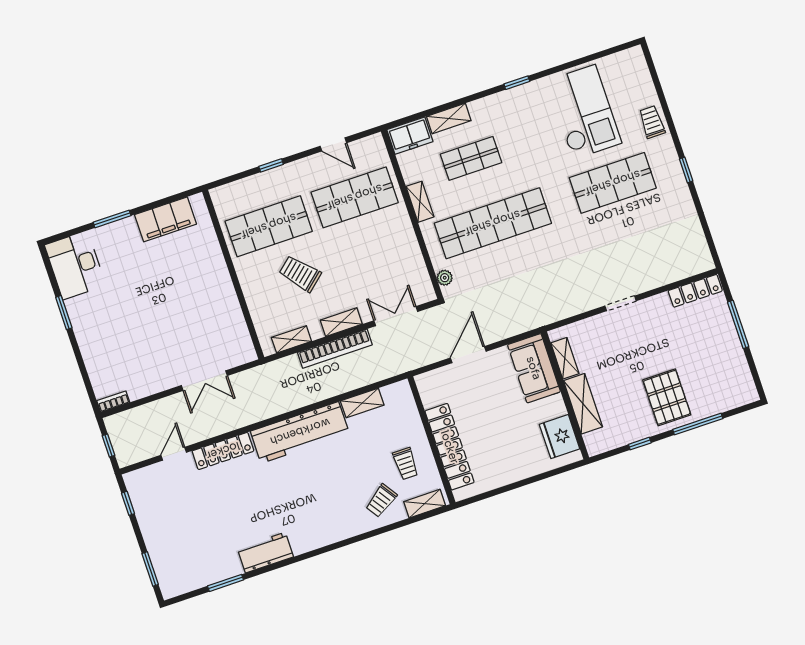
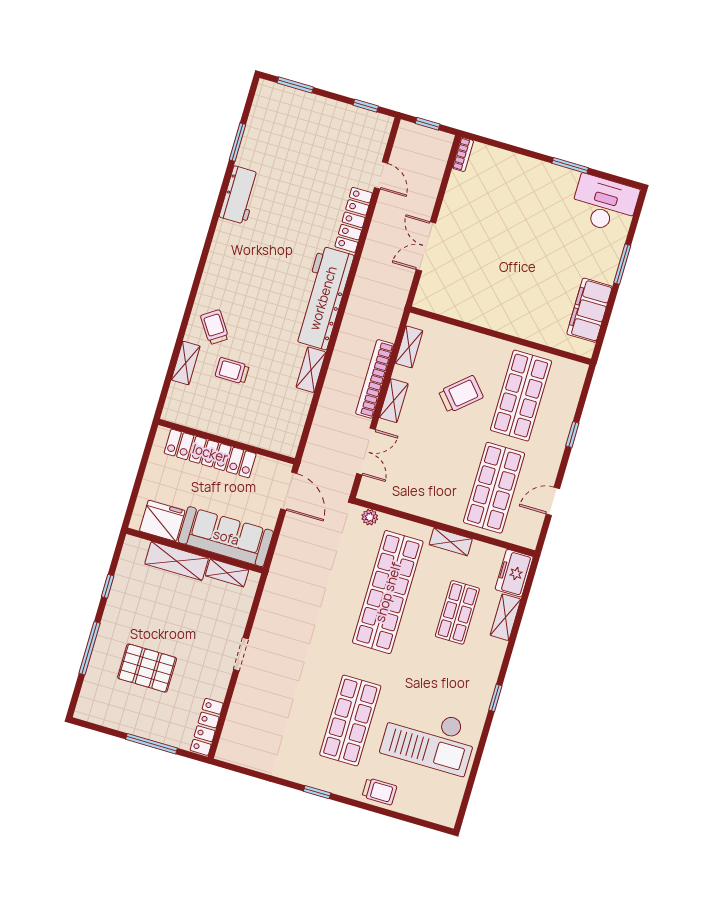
sofa: (534, 368) -> (226, 537), width x1.36
pallet: (667, 397) -> (147, 668), moved
wall: (431, 440) -> (227, 442), moved
locker: (450, 447) -> (210, 453), moved

